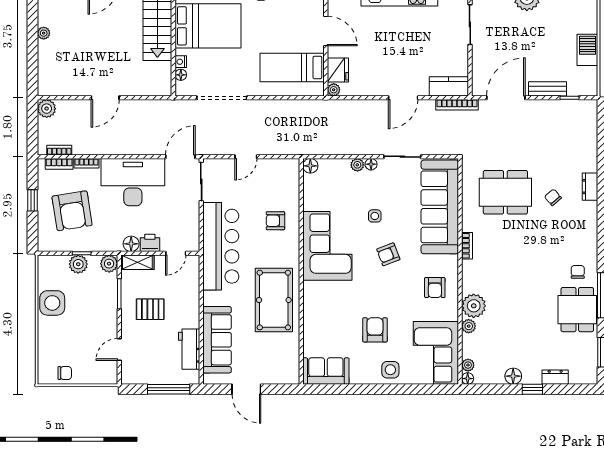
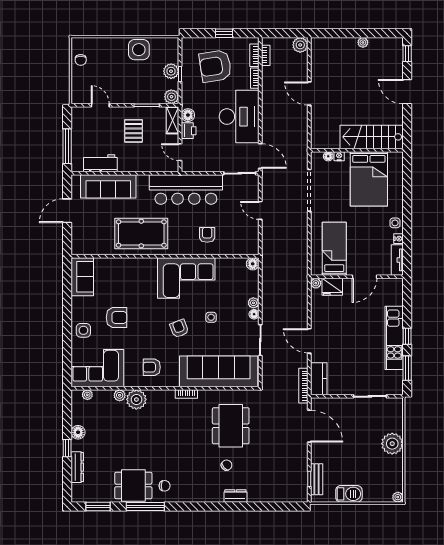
bench: (548, 89) -> (317, 479), moved
dresser: (555, 377) -> (77, 467), width x1.44
floor lamp: (468, 379) -> (76, 394), removed

